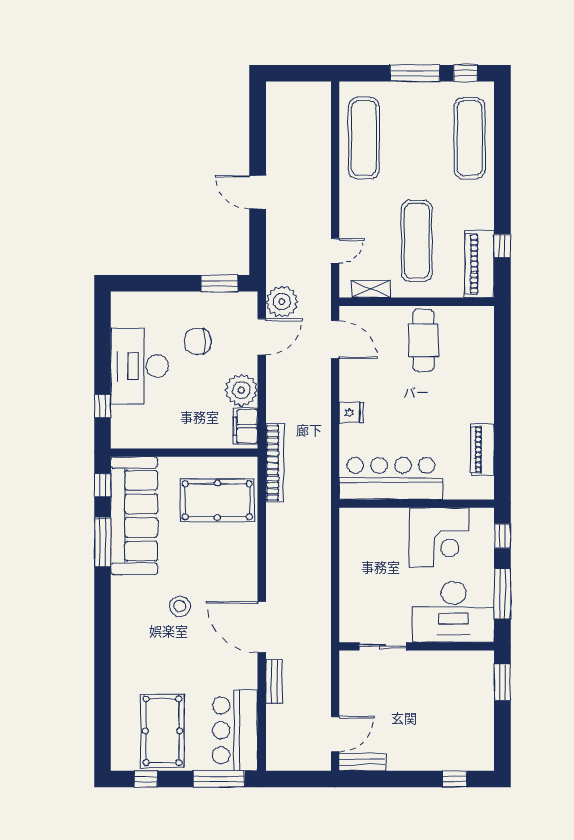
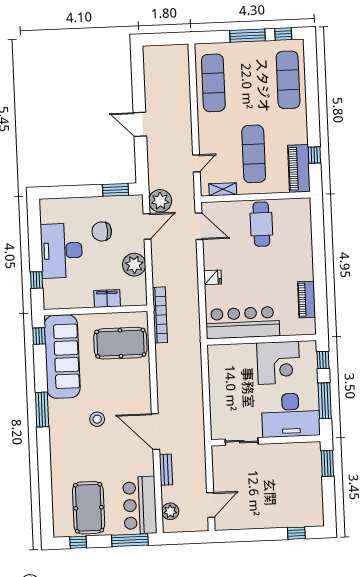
filing cabinet: (245, 426) -> (107, 299), moved, turned 90
window: (103, 542) -> (42, 410), moved
plant: (278, 741) -> (170, 511), added
bench: (362, 762) -> (231, 524), removed

